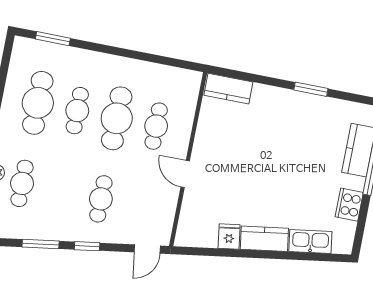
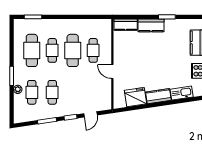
kitchen counter: (277, 100) -> (151, 25), added
cafe table: (101, 199) -> (52, 92), moved
fridge: (229, 236) -> (136, 97), width x1.88, depth x1.34
door: (147, 249) -> (90, 114), moved

